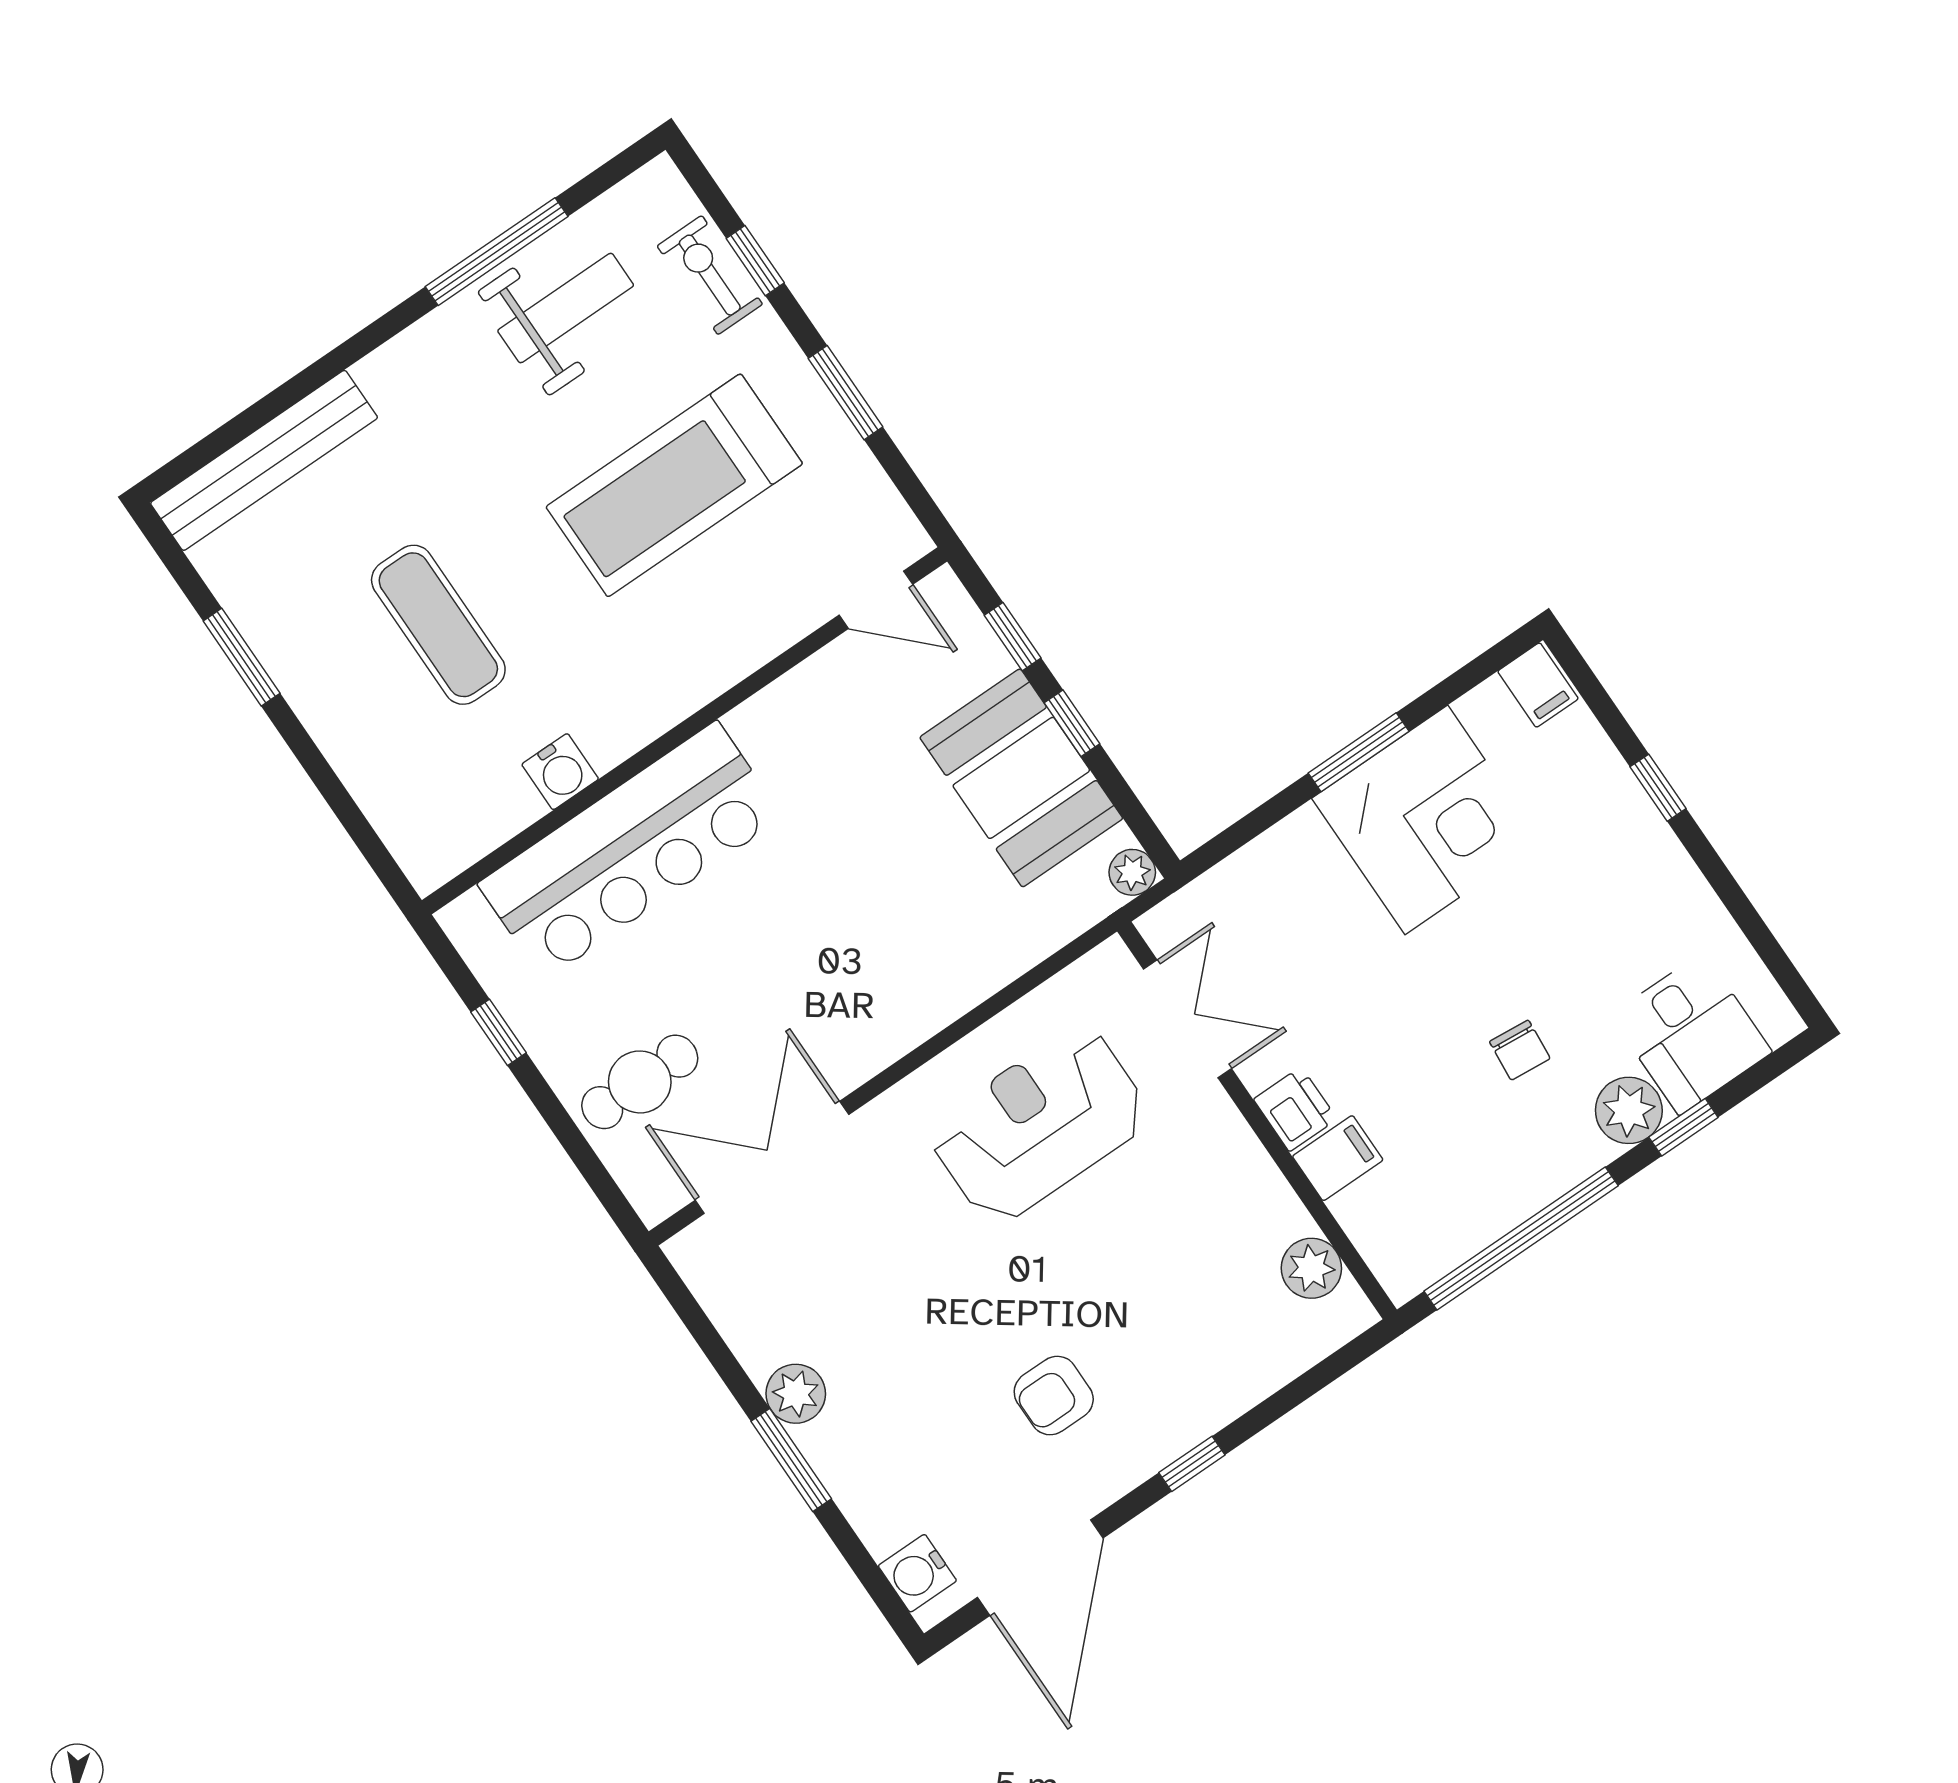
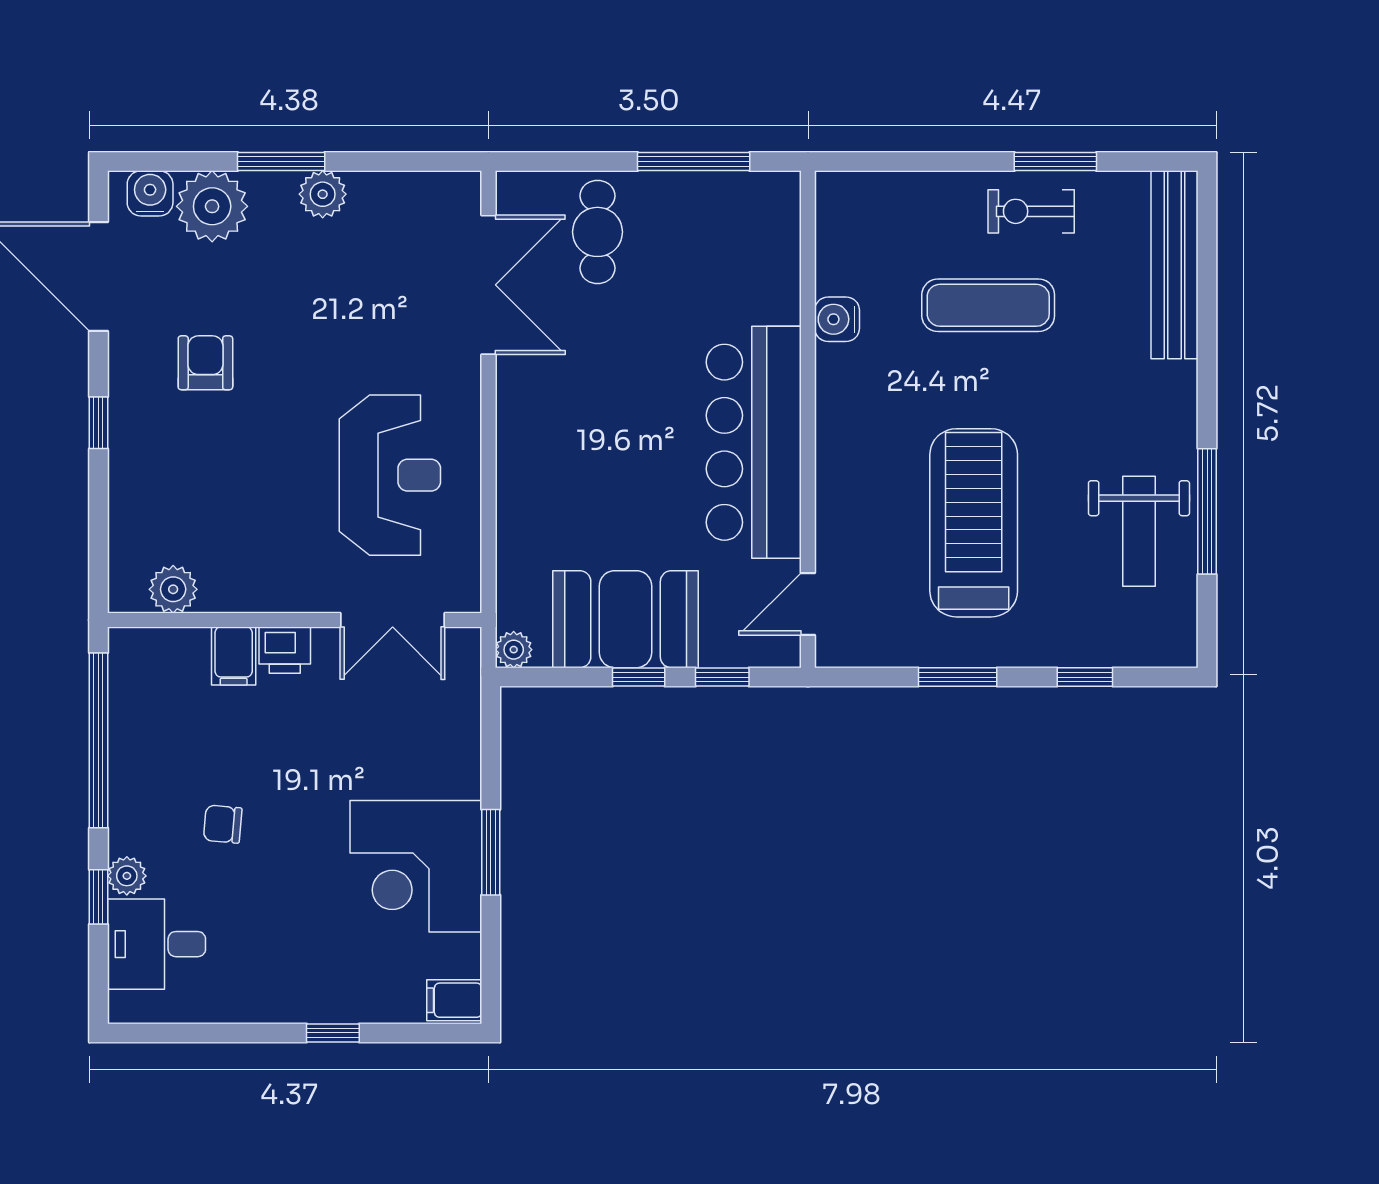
exercise bike: (710, 275) -> (1031, 211), moved, turned 180
bar counter: (630, 850) -> (754, 442), moved
window: (498, 1032) -> (694, 162), width x2.17
plant: (1629, 1110) -> (127, 876), width x0.73, depth x0.73
plant: (887, 1500) -> (212, 206), added

